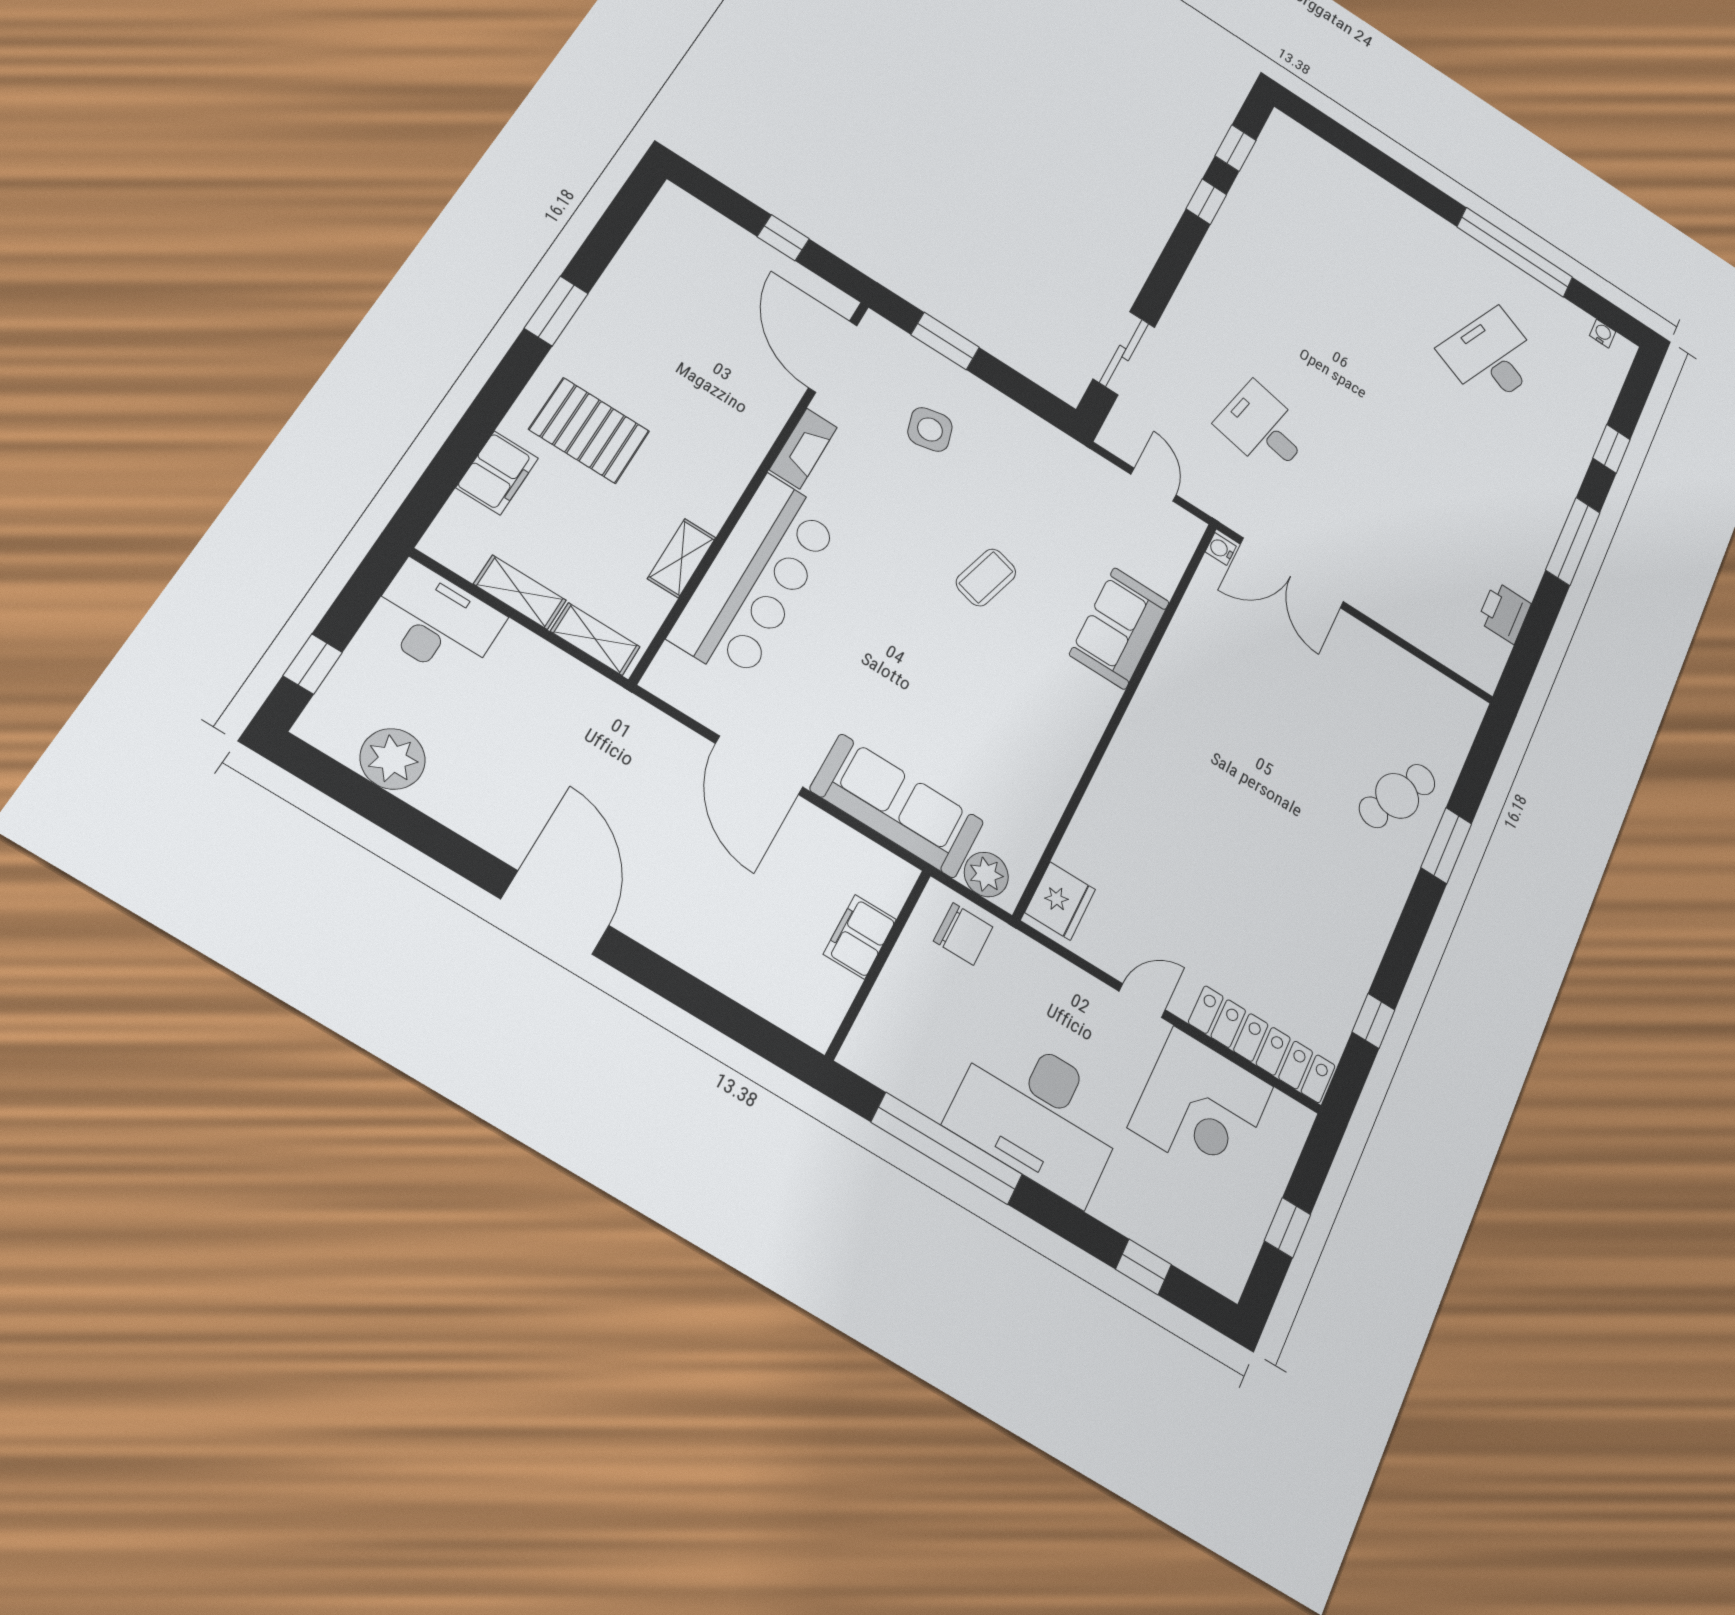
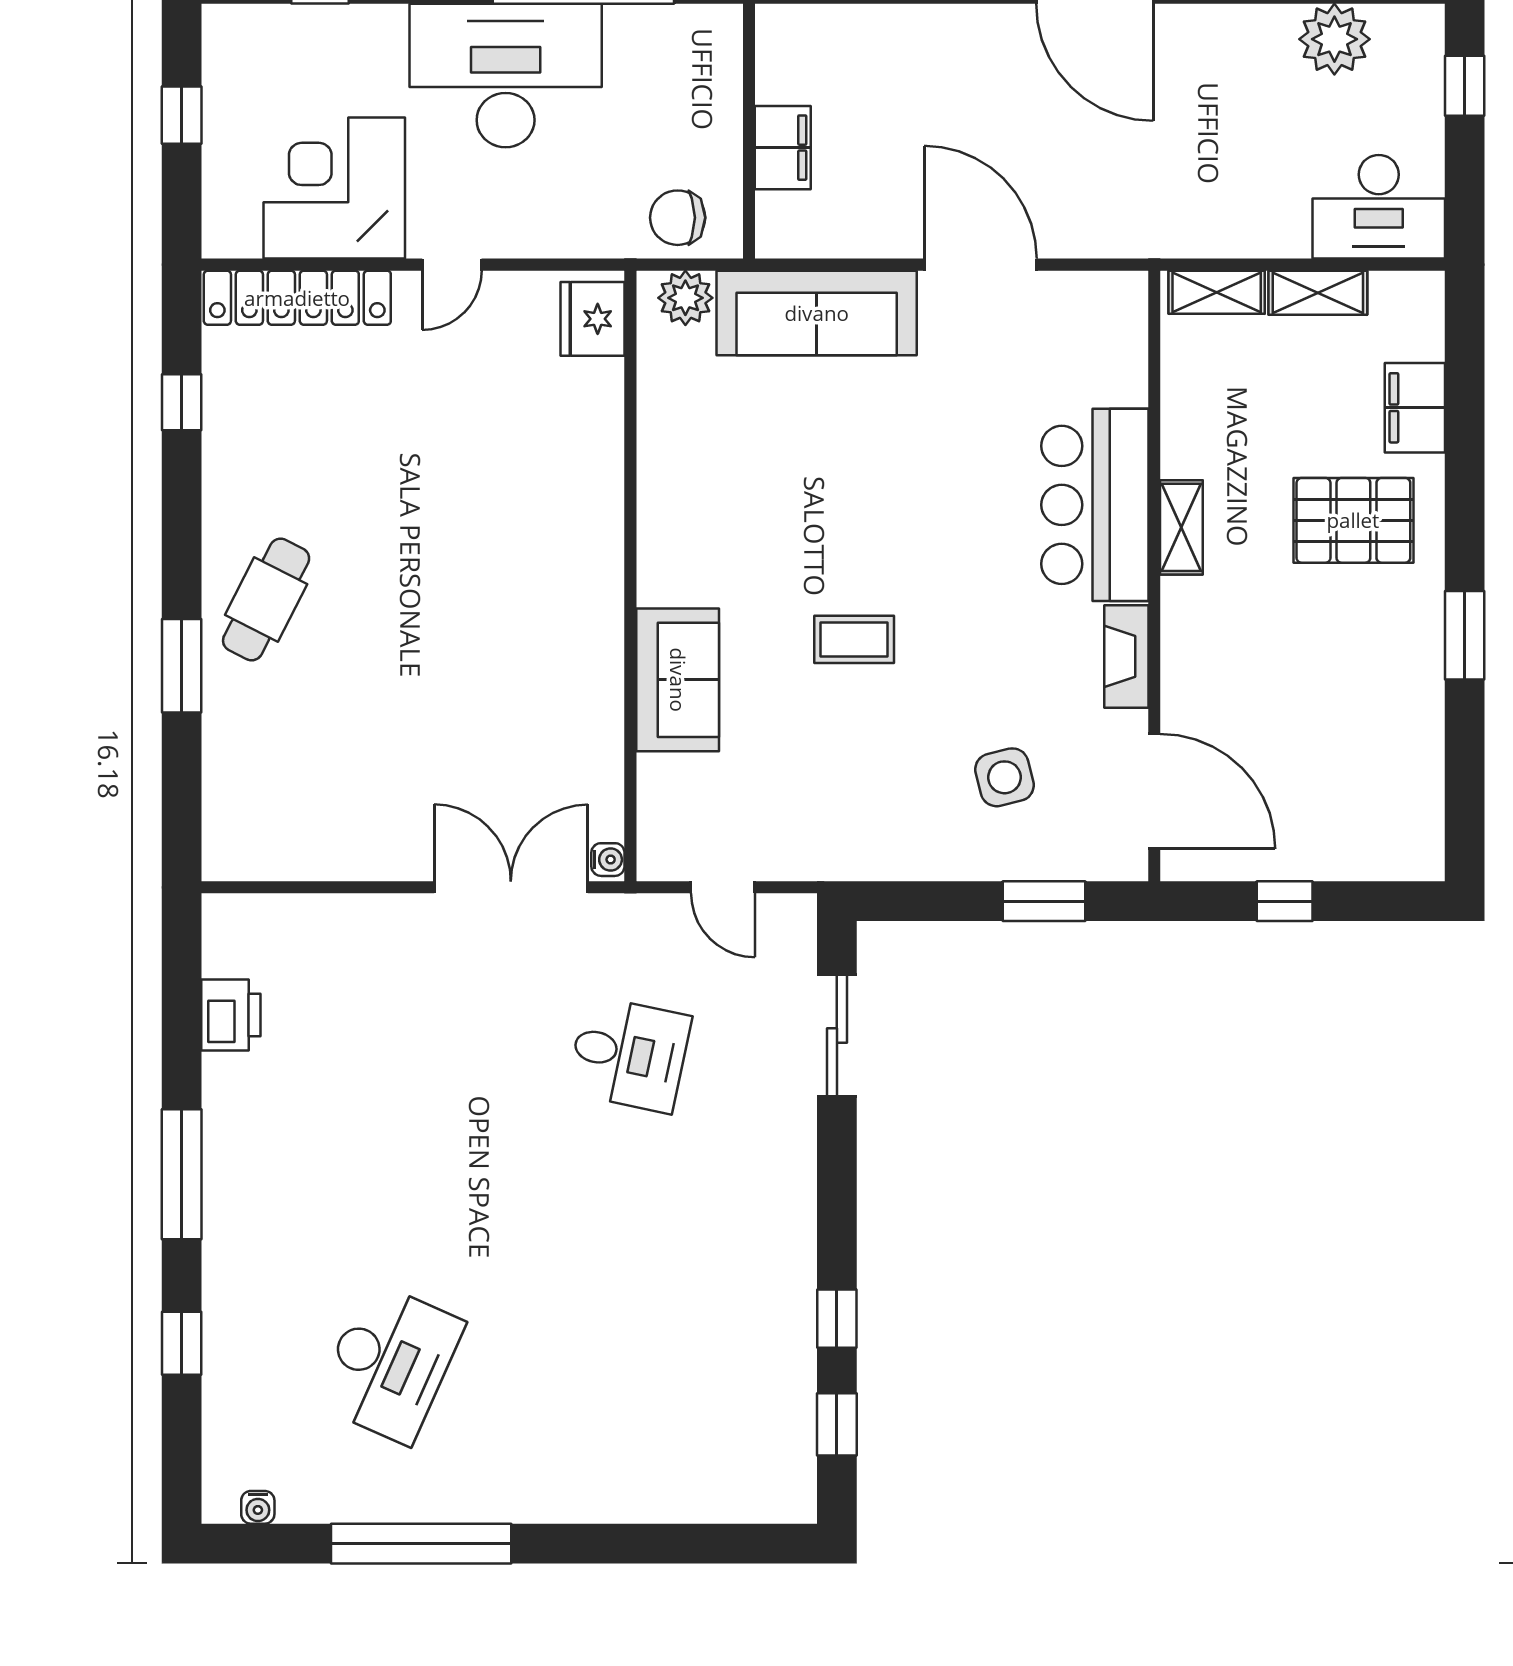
shelving: (682, 558) -> (1181, 527), moved
coffee table: (986, 577) -> (854, 639), turned 74
bar counter: (756, 578) -> (1095, 505), width x0.73
cafe table: (1397, 796) -> (266, 600), moved

